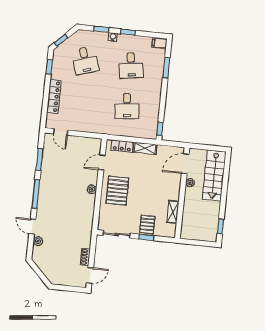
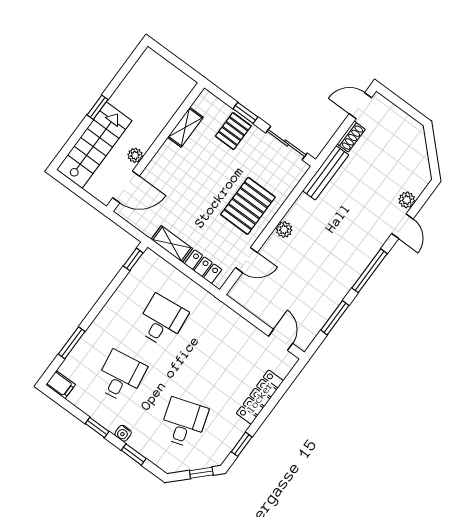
window: (220, 227) -> (98, 107), moved
bench: (88, 231) -> (326, 173), added

